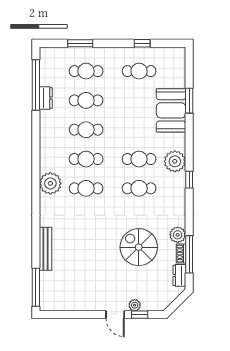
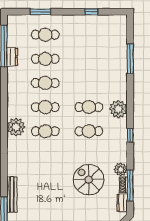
cafe table: (139, 71) -> (89, 35), removed
window: (189, 101) -> (130, 59), width x1.44
booth: (171, 110) -> (115, 67), removed
window: (189, 180) -> (130, 135), moved
bench: (45, 249) -> (12, 195), moved

